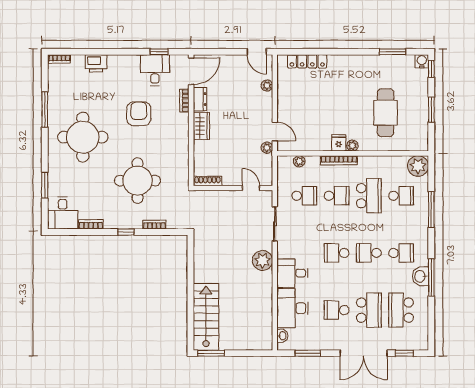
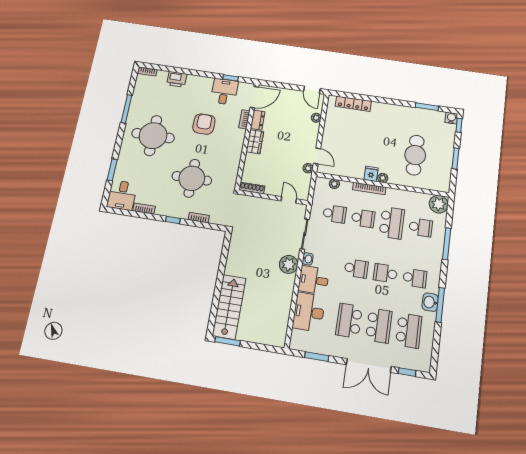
school desk: (337, 253) -> (356, 269), turned 180
school desk: (337, 310) -> (349, 321), width x1.85
school desk: (401, 310) -> (409, 331), turned 180
washbasin: (282, 336) -> (308, 259), moved

